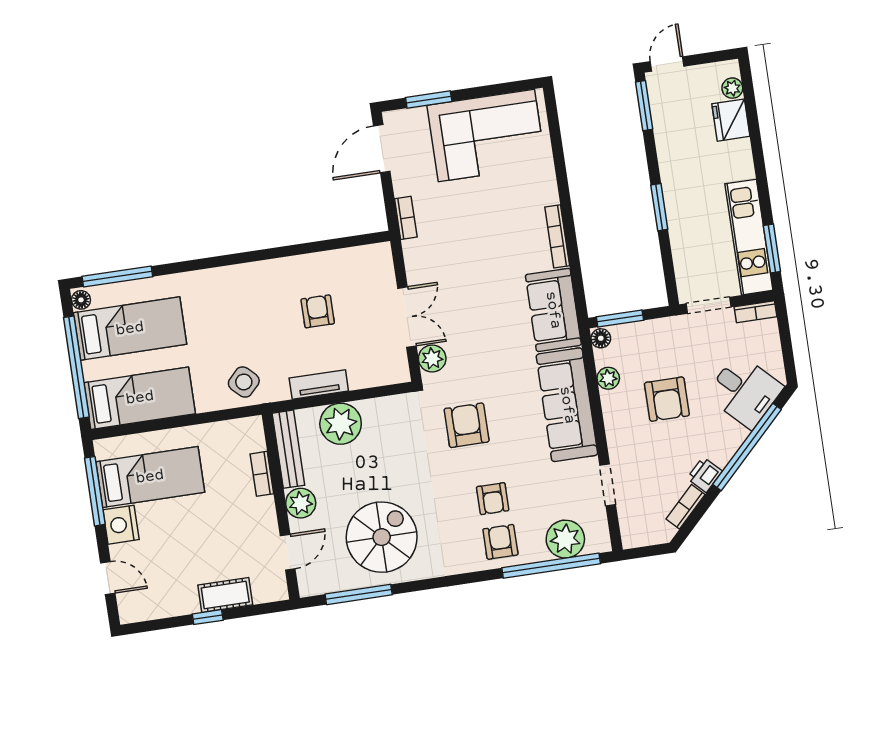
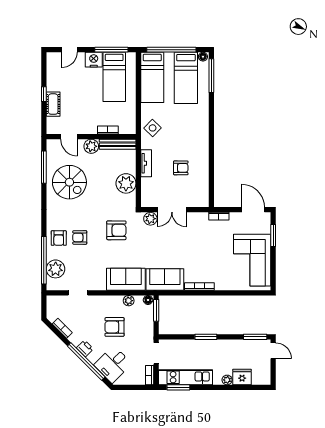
plant: (732, 88) -> (227, 380), moved
sofa: (567, 405) -> (126, 279), width x0.73
plant: (341, 424) -> (126, 183), moved
printer: (705, 475) -> (85, 348), moved
armchair: (500, 542) -> (59, 238), turned 90

